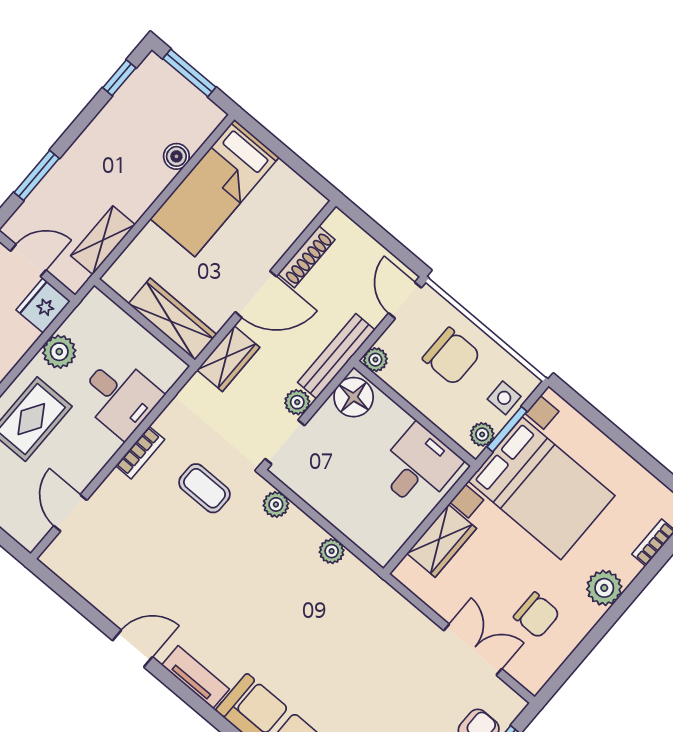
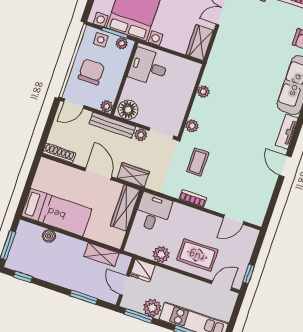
shoe rack: (307, 257) -> (59, 153), moved
desk: (120, 397) -> (153, 212), moved
wardrobe: (442, 541) -> (200, 43), moved, turned -90

